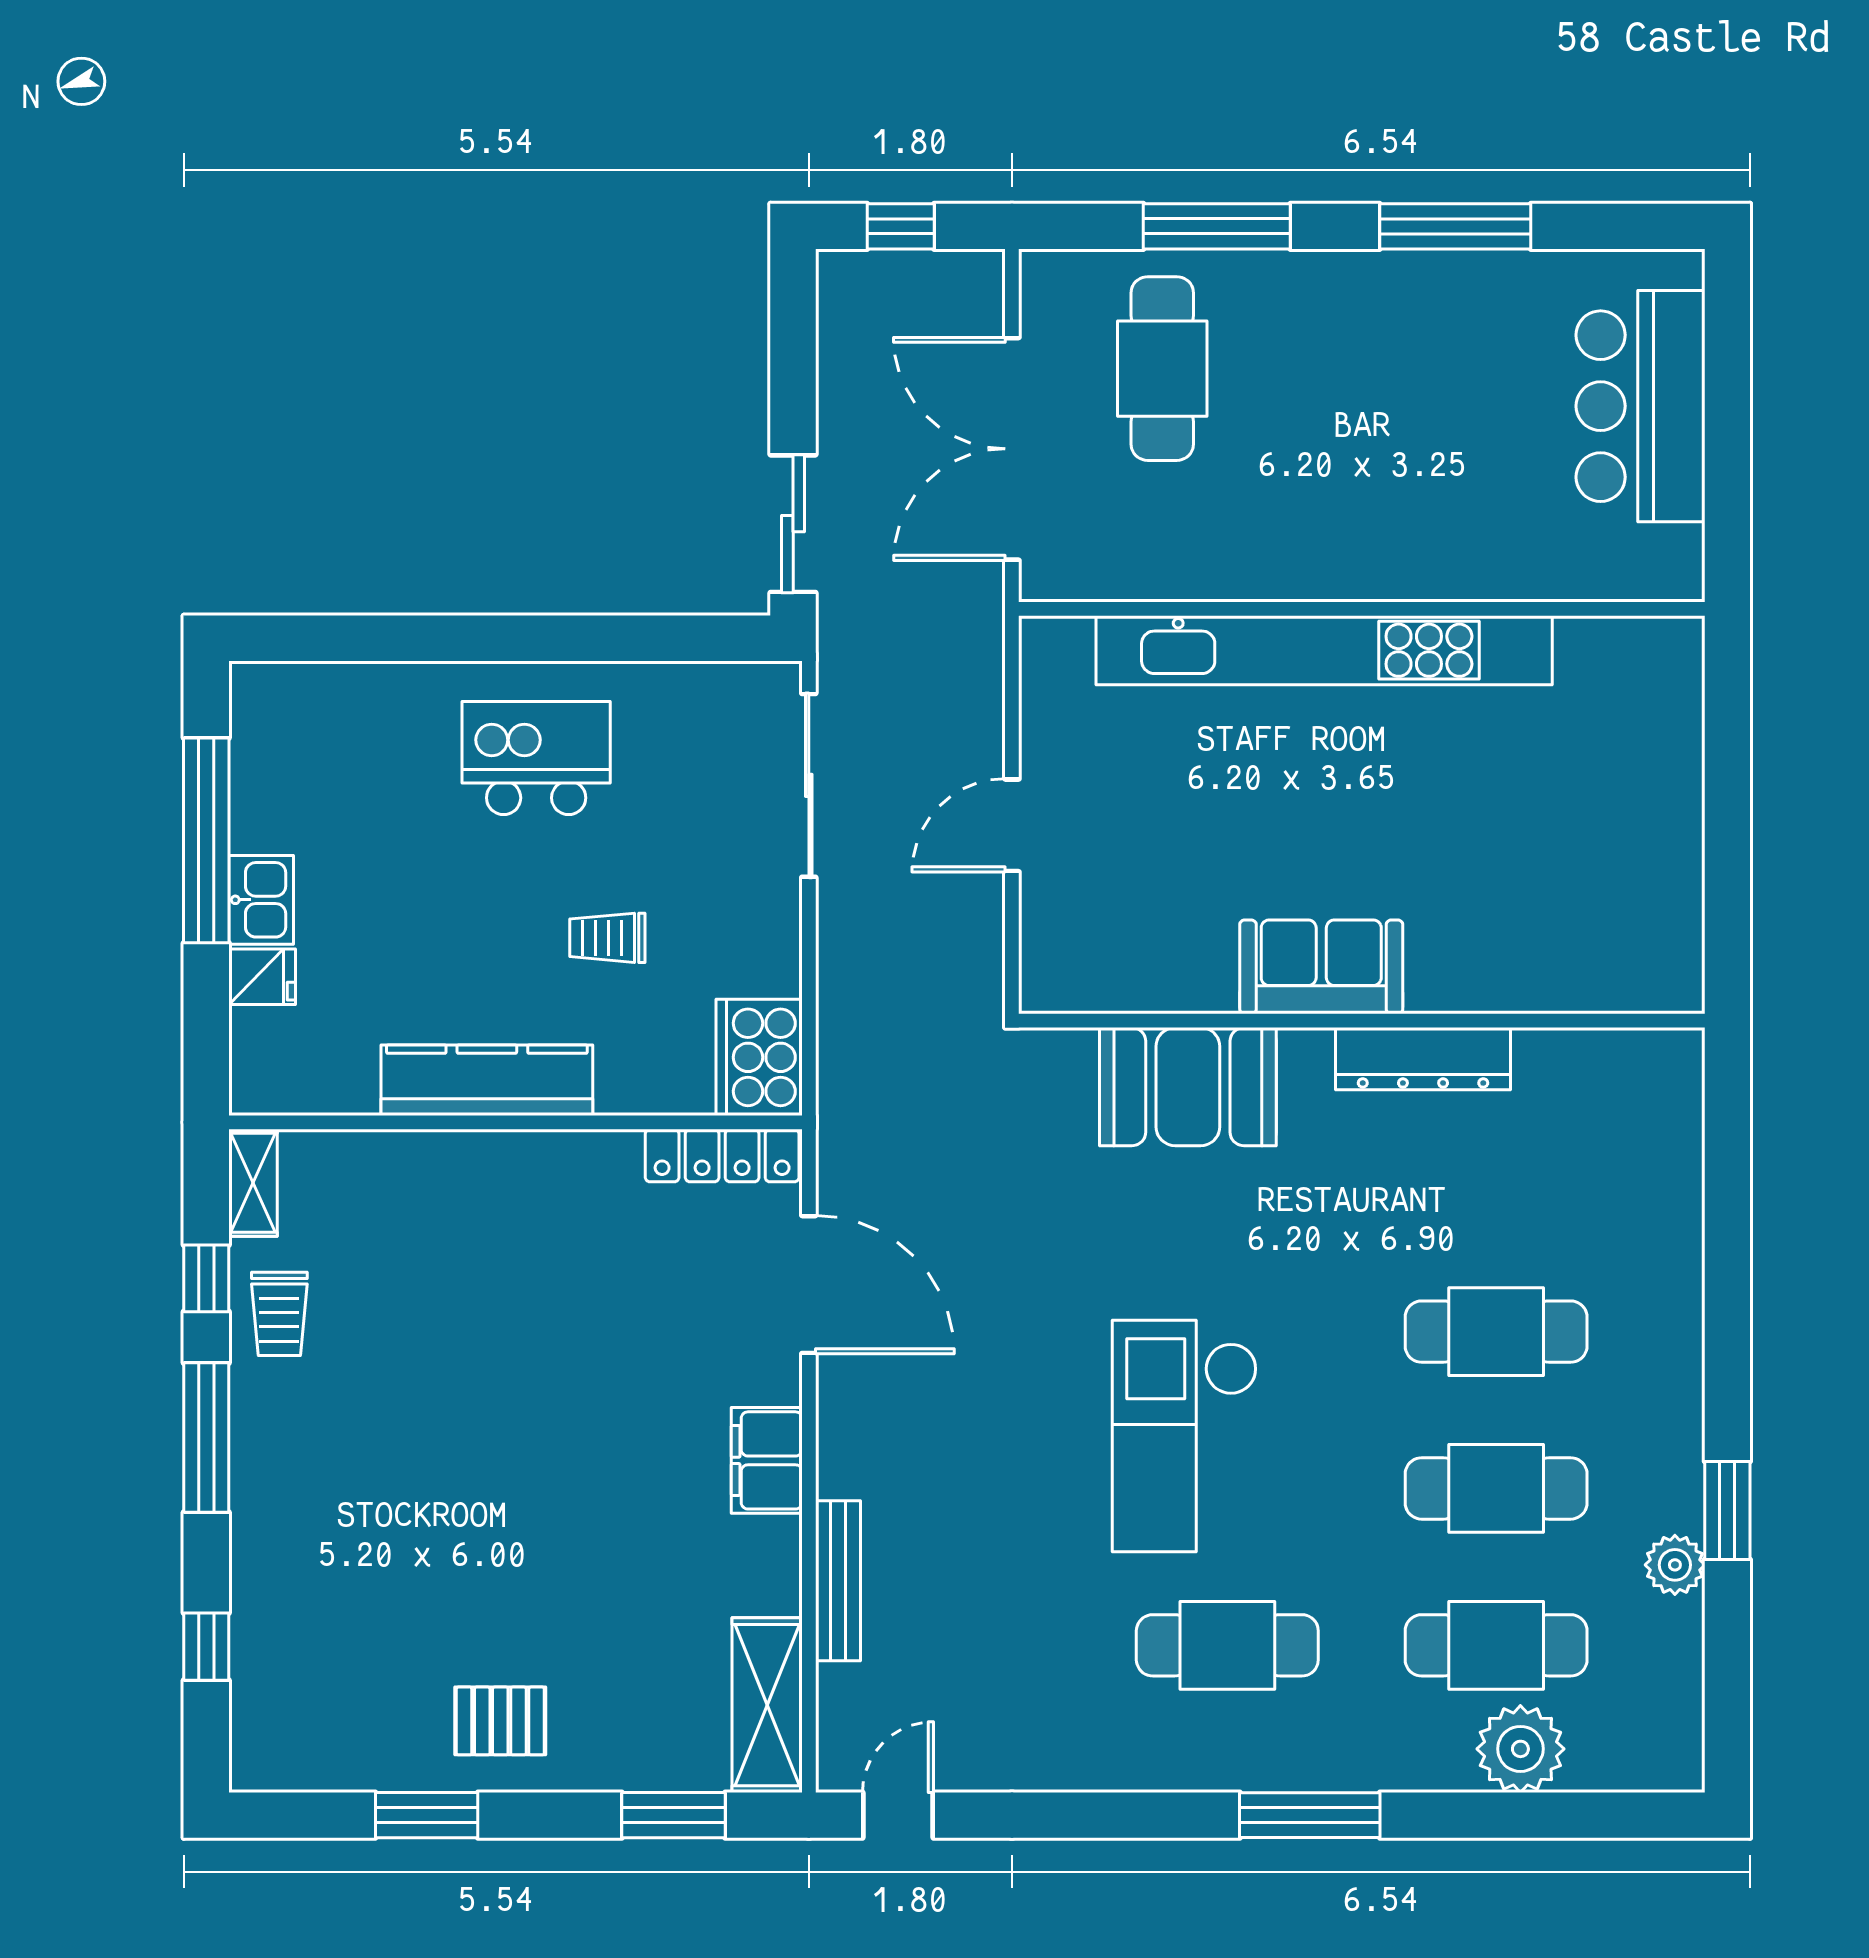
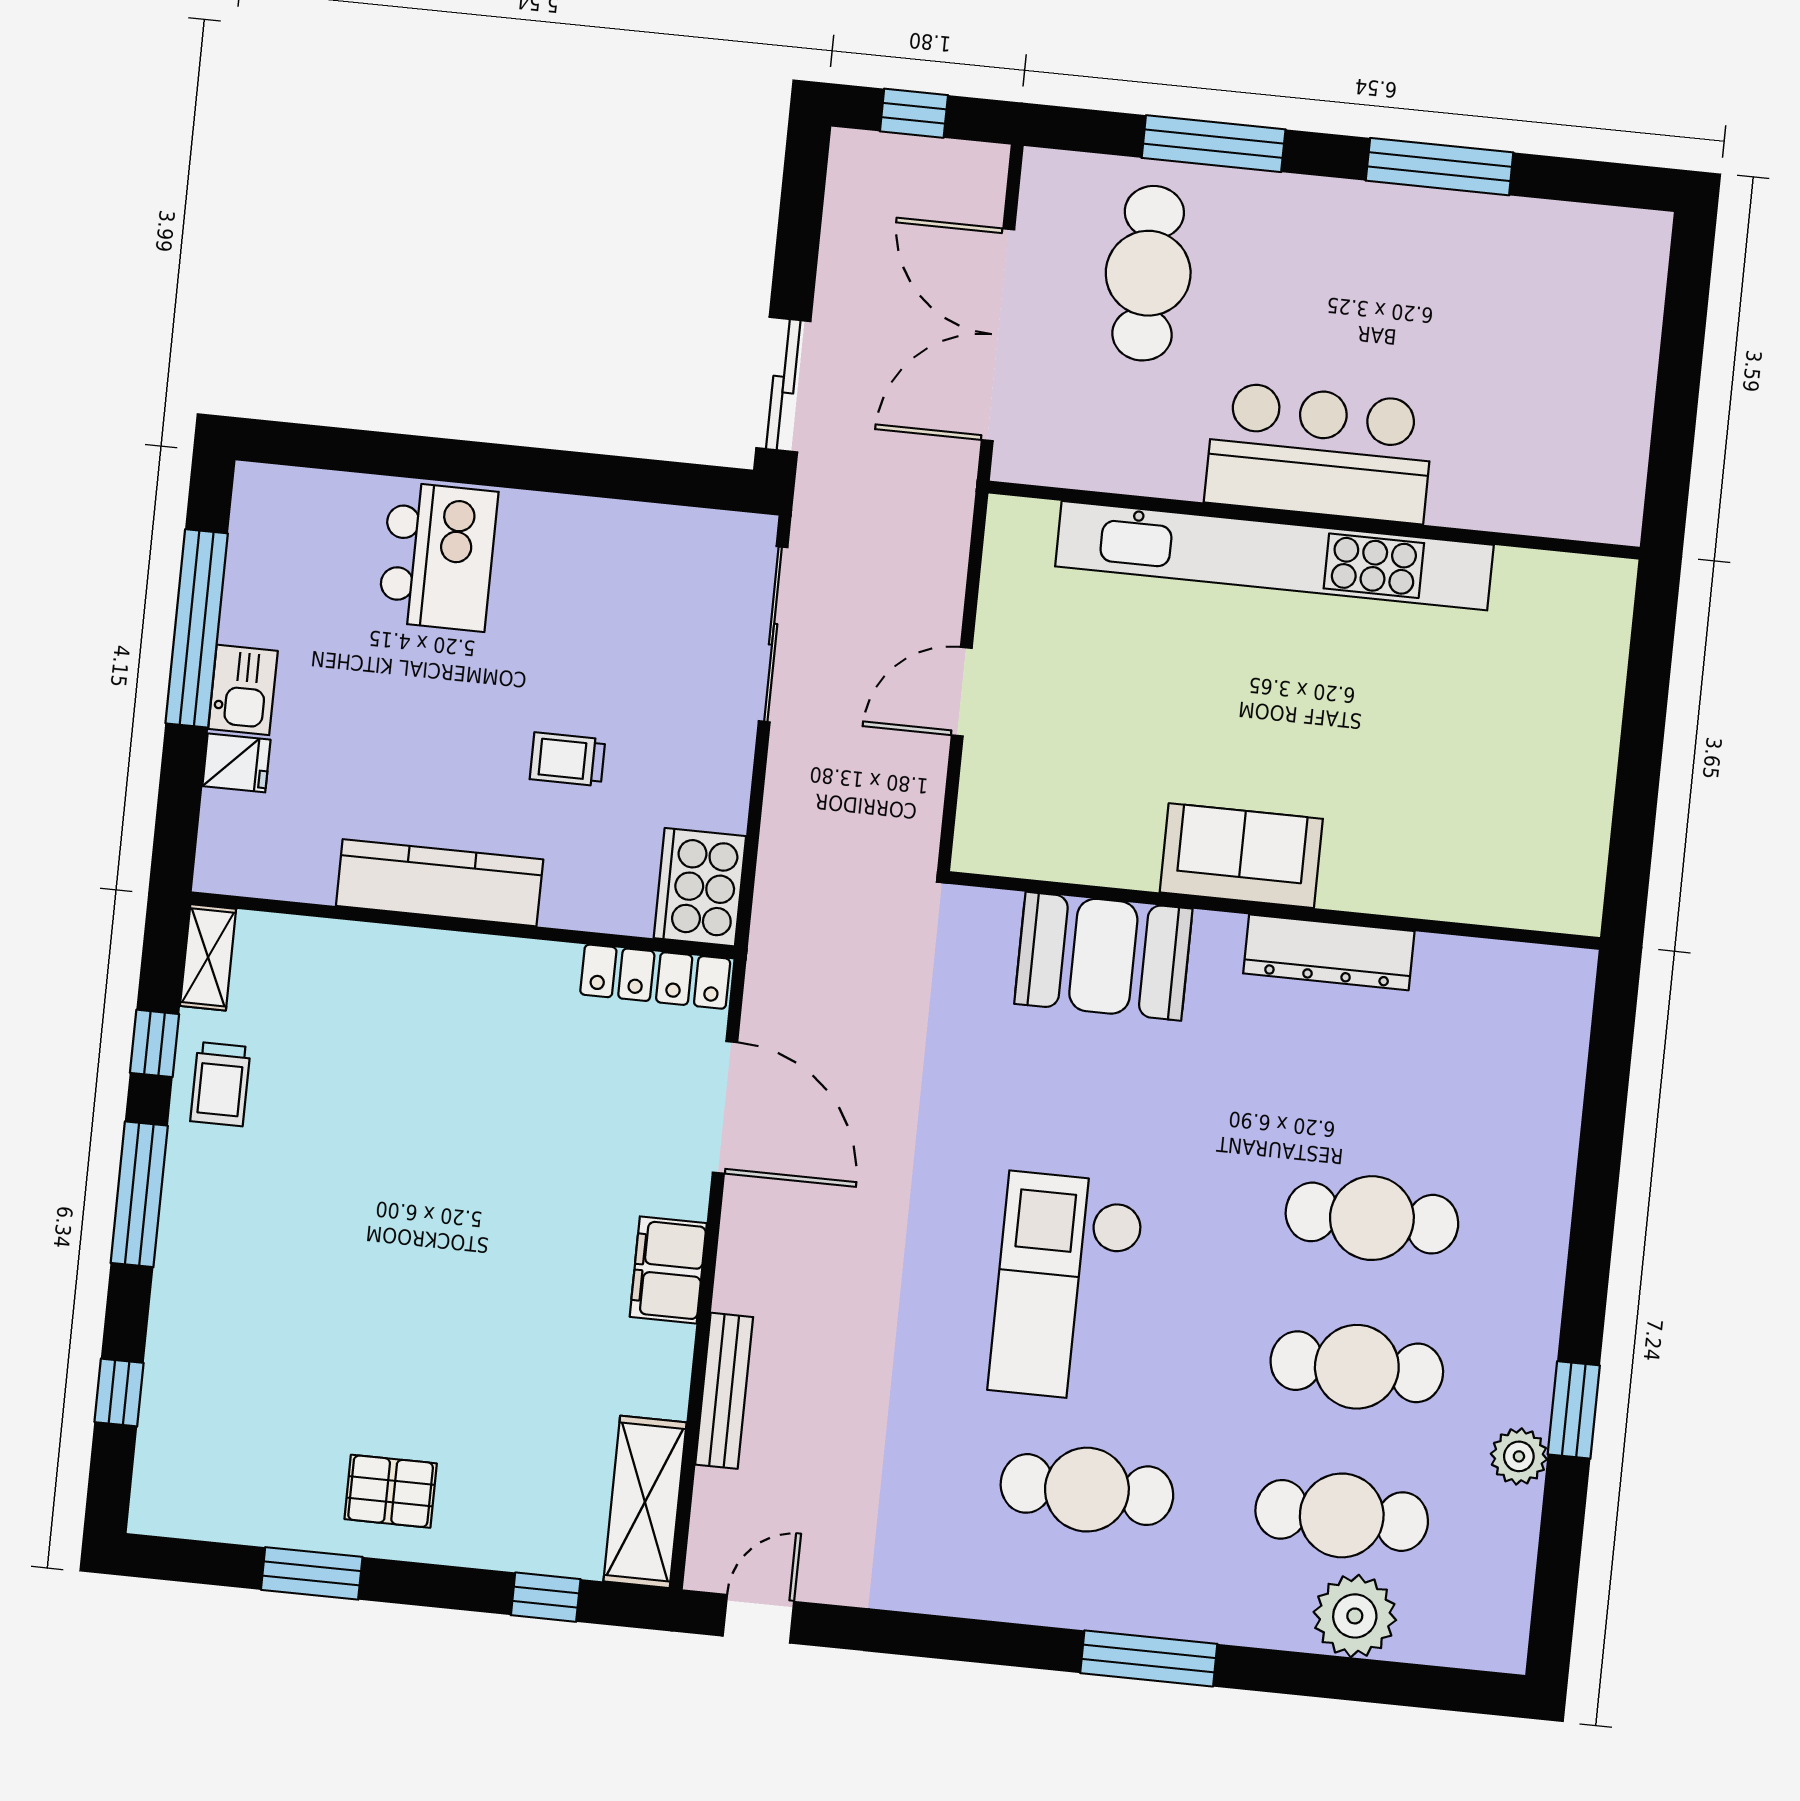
bar counter: (1640, 406) -> (1320, 453), moved, turned 90
kitchen island: (536, 758) -> (438, 556), moved, turned 90
window: (674, 1815) -> (546, 1597), width x0.67

